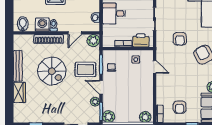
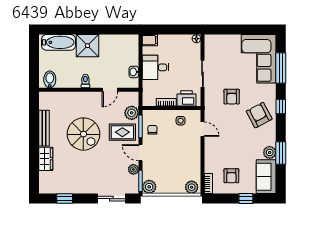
washing machine: (42, 25) -> (72, 80), removed
shoe rack: (49, 39) -> (80, 97), removed
plant: (93, 41) -> (132, 113), moved

